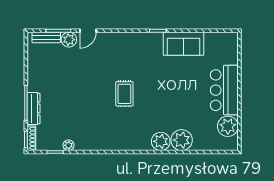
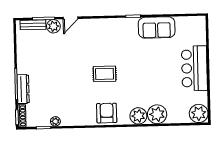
rug: (124, 94) -> (105, 74), turned 90
plant: (228, 126) -> (199, 113), moved
armchair: (126, 137) -> (107, 113), added

